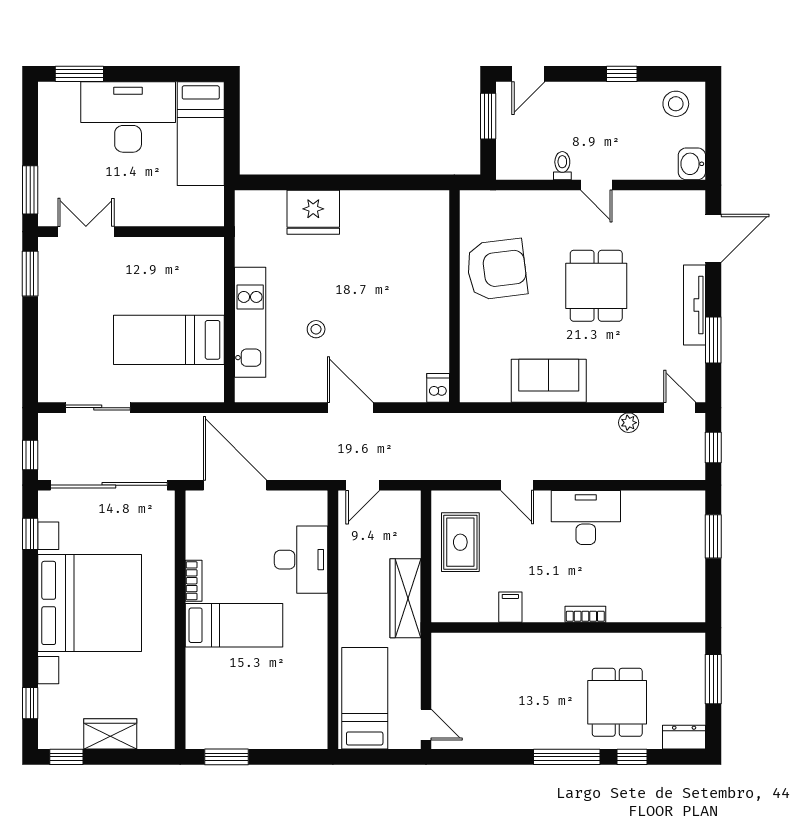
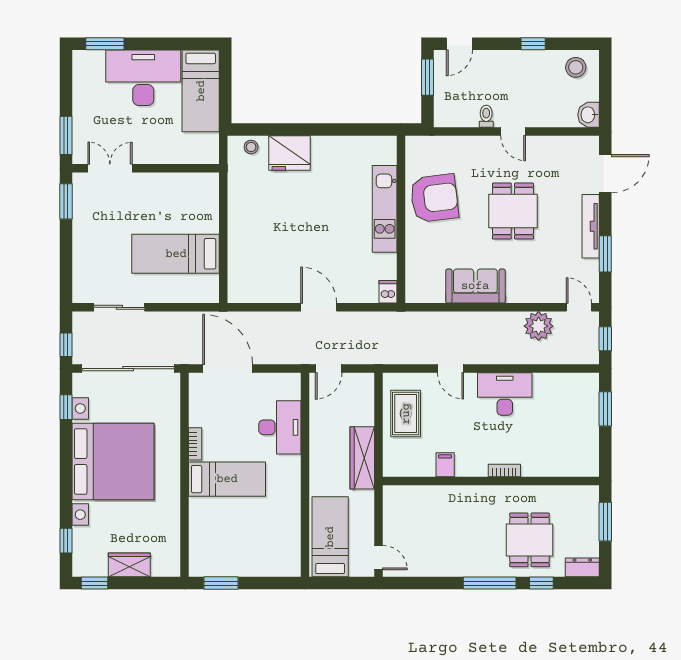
kitchen unit: (250, 322) -> (385, 209), moved, turned 180
stool: (316, 329) -> (251, 147), moved
plant: (629, 423) -> (539, 326), width x1.88, depth x1.88

